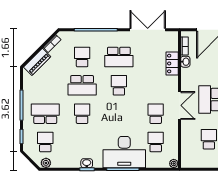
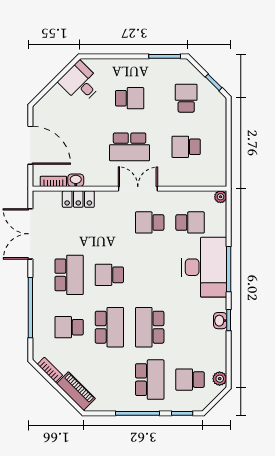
school desk: (45, 114) -> (150, 380), turned 180
school desk: (82, 114) -> (150, 327), width x1.85
school desk: (156, 142) -> (190, 222), turned 180

